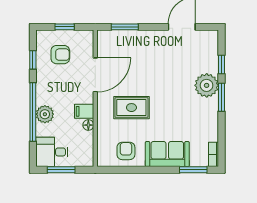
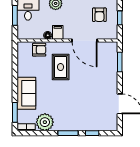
plant: (207, 85) -> (45, 122), moved
armchair: (126, 151) -> (39, 50), moved

